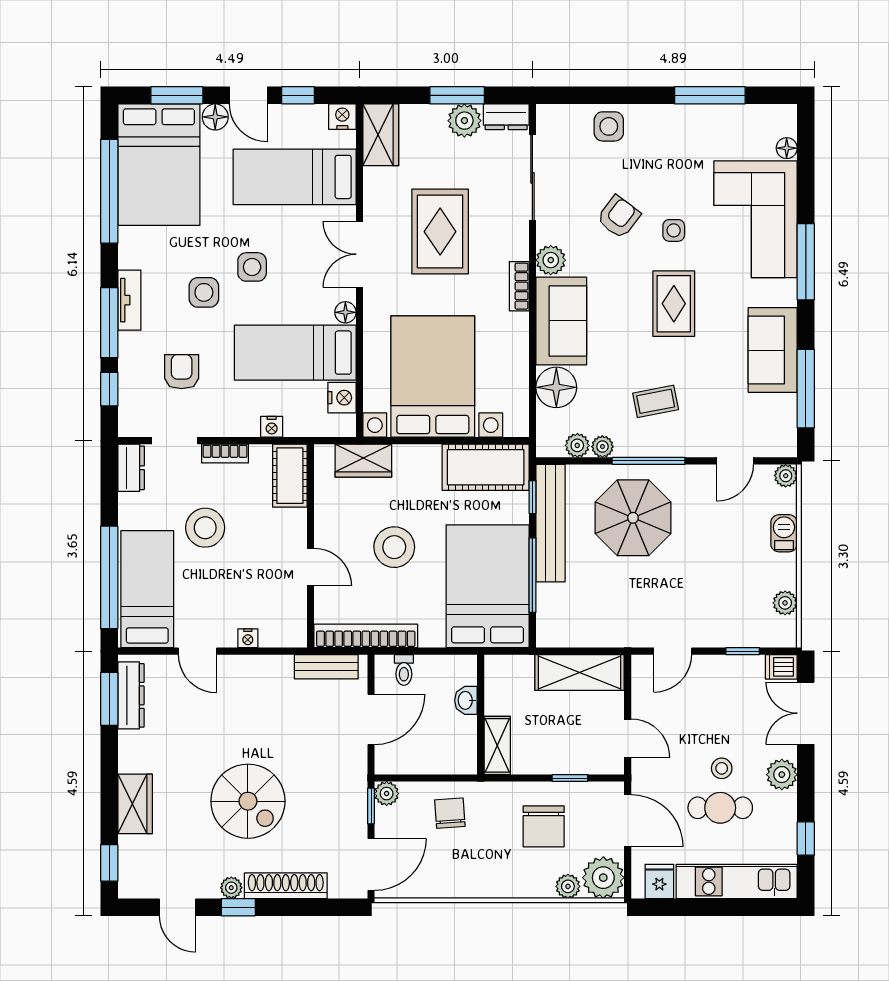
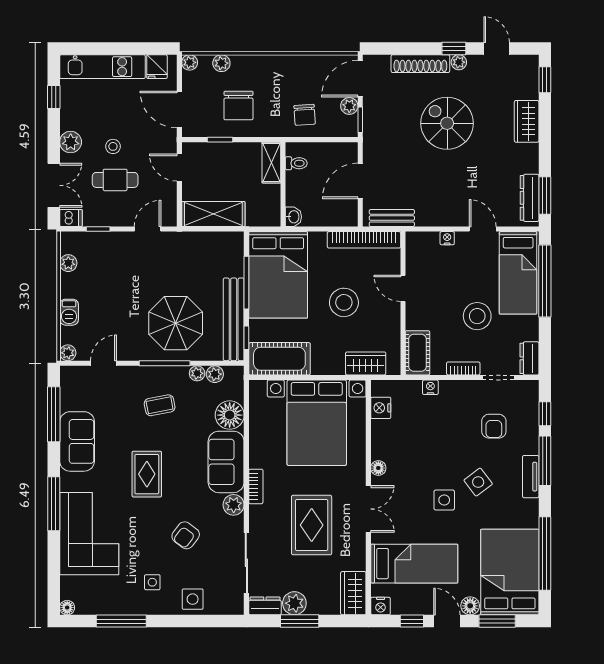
floor lamp: (787, 148) -> (67, 608), moved
side table: (674, 230) -> (152, 582), moved
side table: (204, 292) -> (478, 482), turned -37
bed: (295, 353) -> (414, 440), removed
toilet: (404, 670) -> (296, 163), moved, turned 90
washbasin: (466, 700) -> (293, 217), moved
plant: (387, 794) -> (349, 106), moved
cafe table: (720, 808) -> (115, 180), moved
chair: (544, 826) -> (238, 105), turned 180
plant: (603, 878) -> (190, 62), width x0.53, depth x0.53

